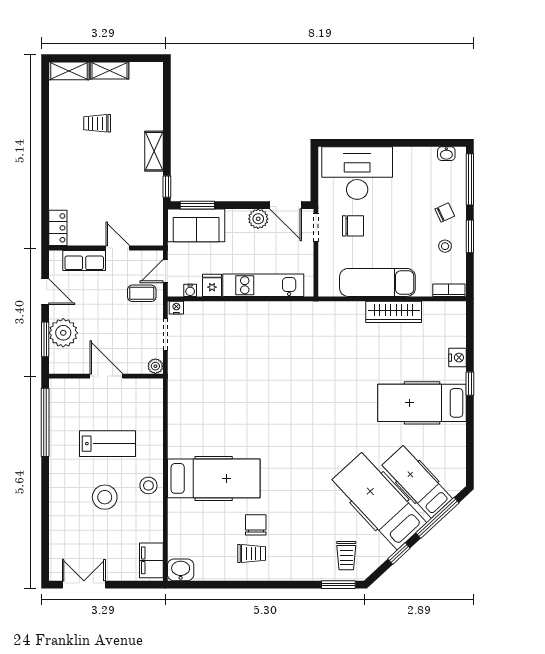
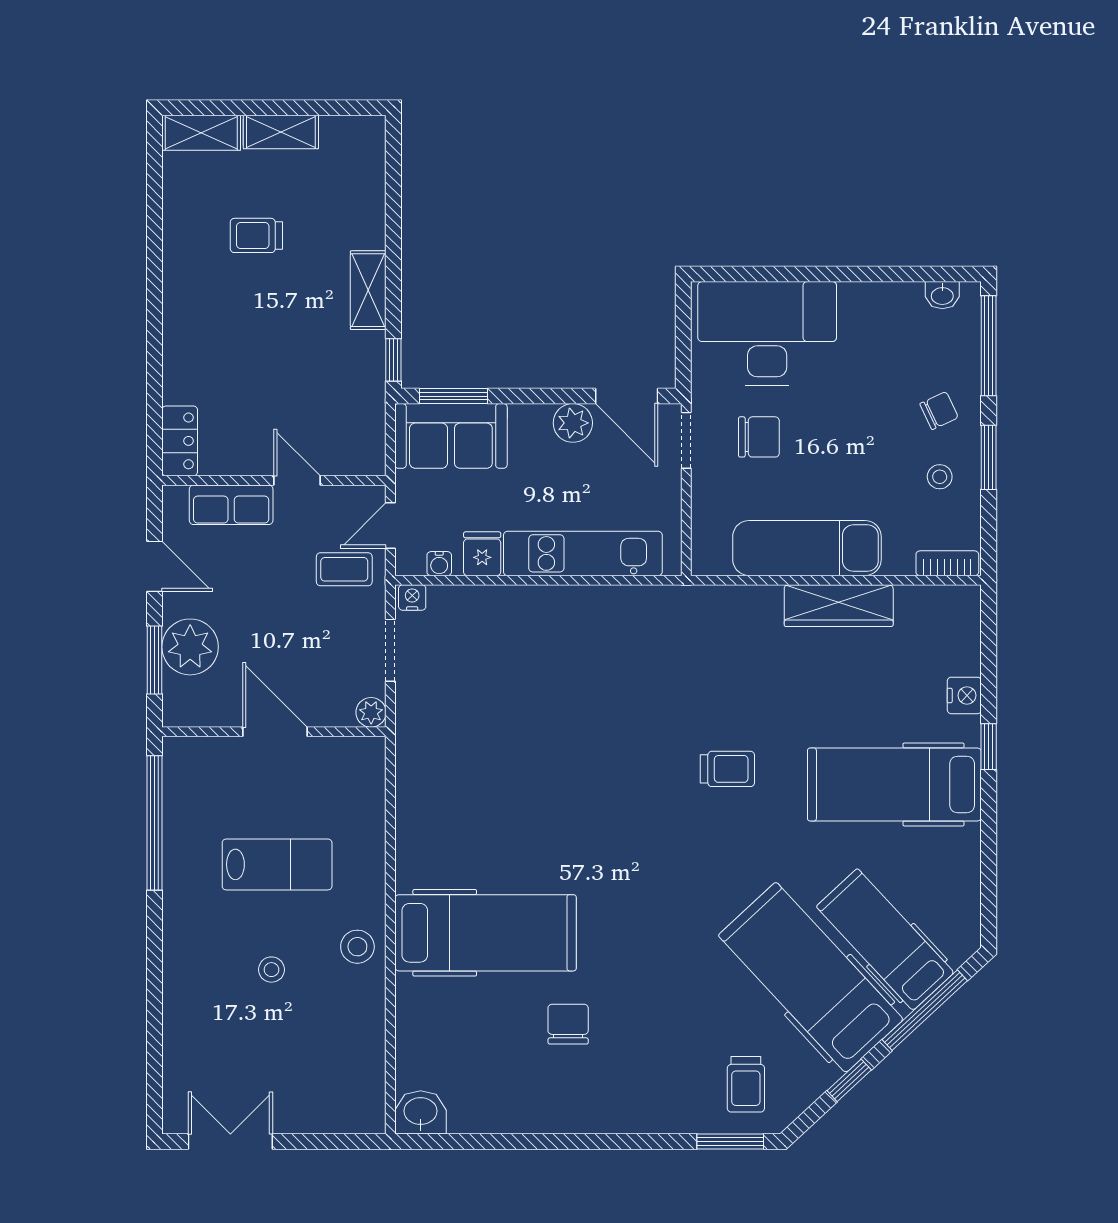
stool: (105, 497) -> (271, 970), width x0.53, depth x0.53
trolley: (252, 553) -> (727, 769), moved
filing cabinet: (151, 560) -> (363, 1094), removed

